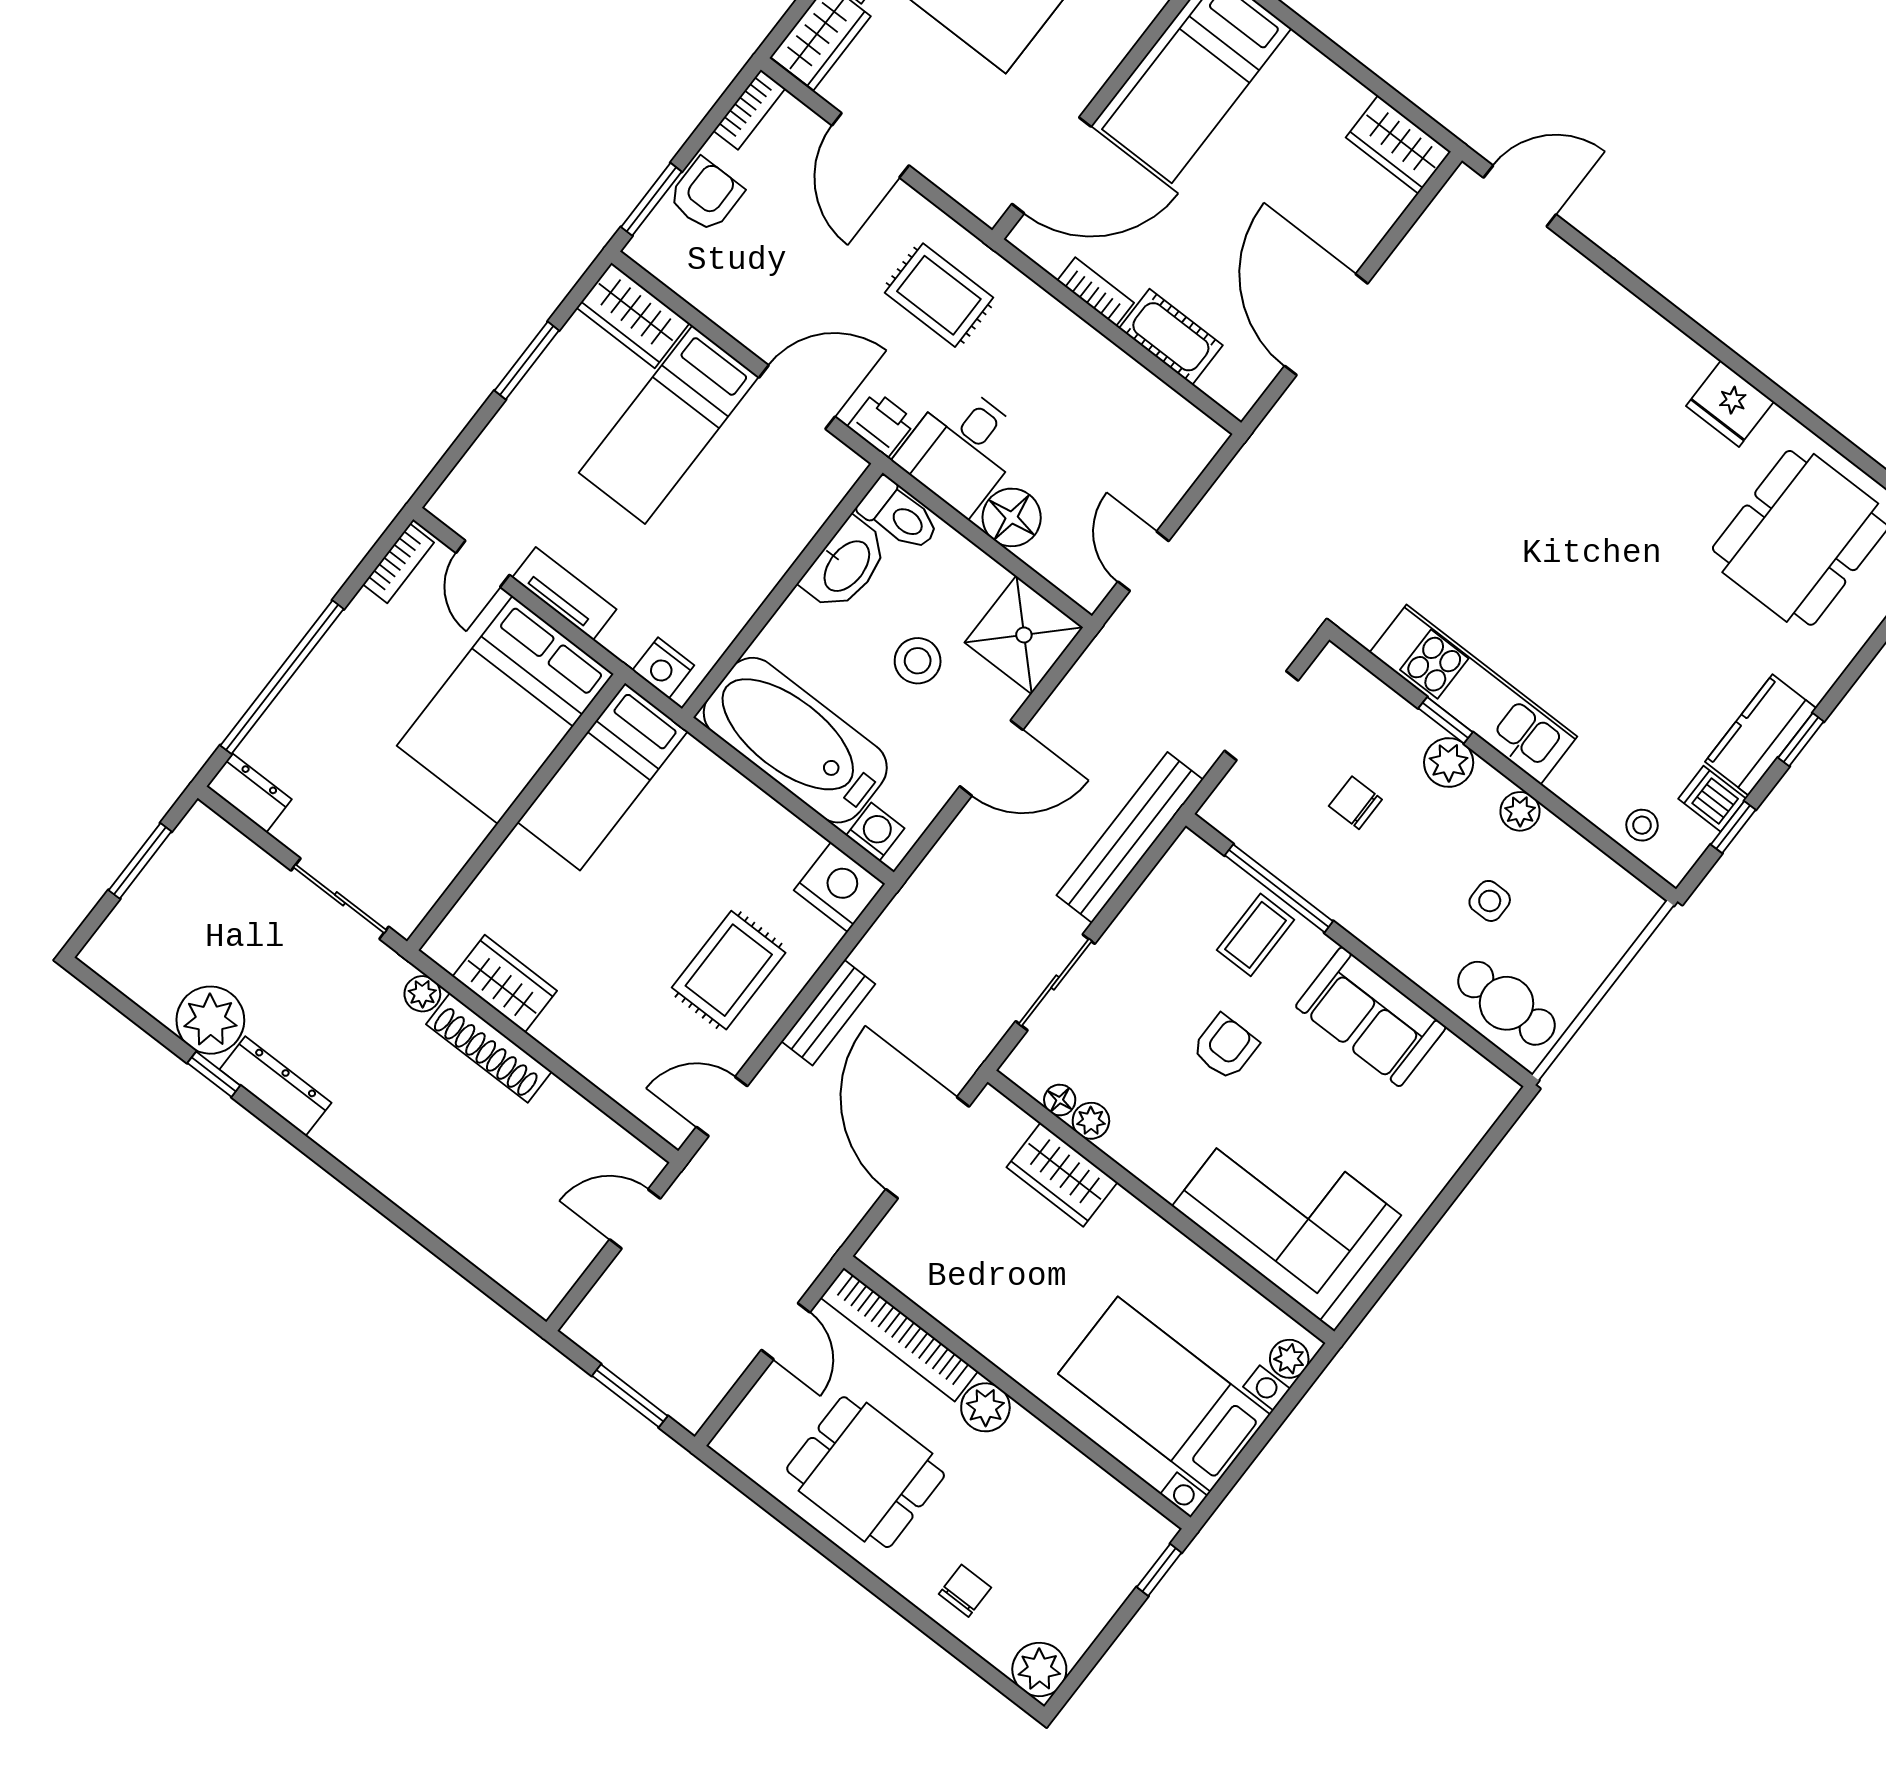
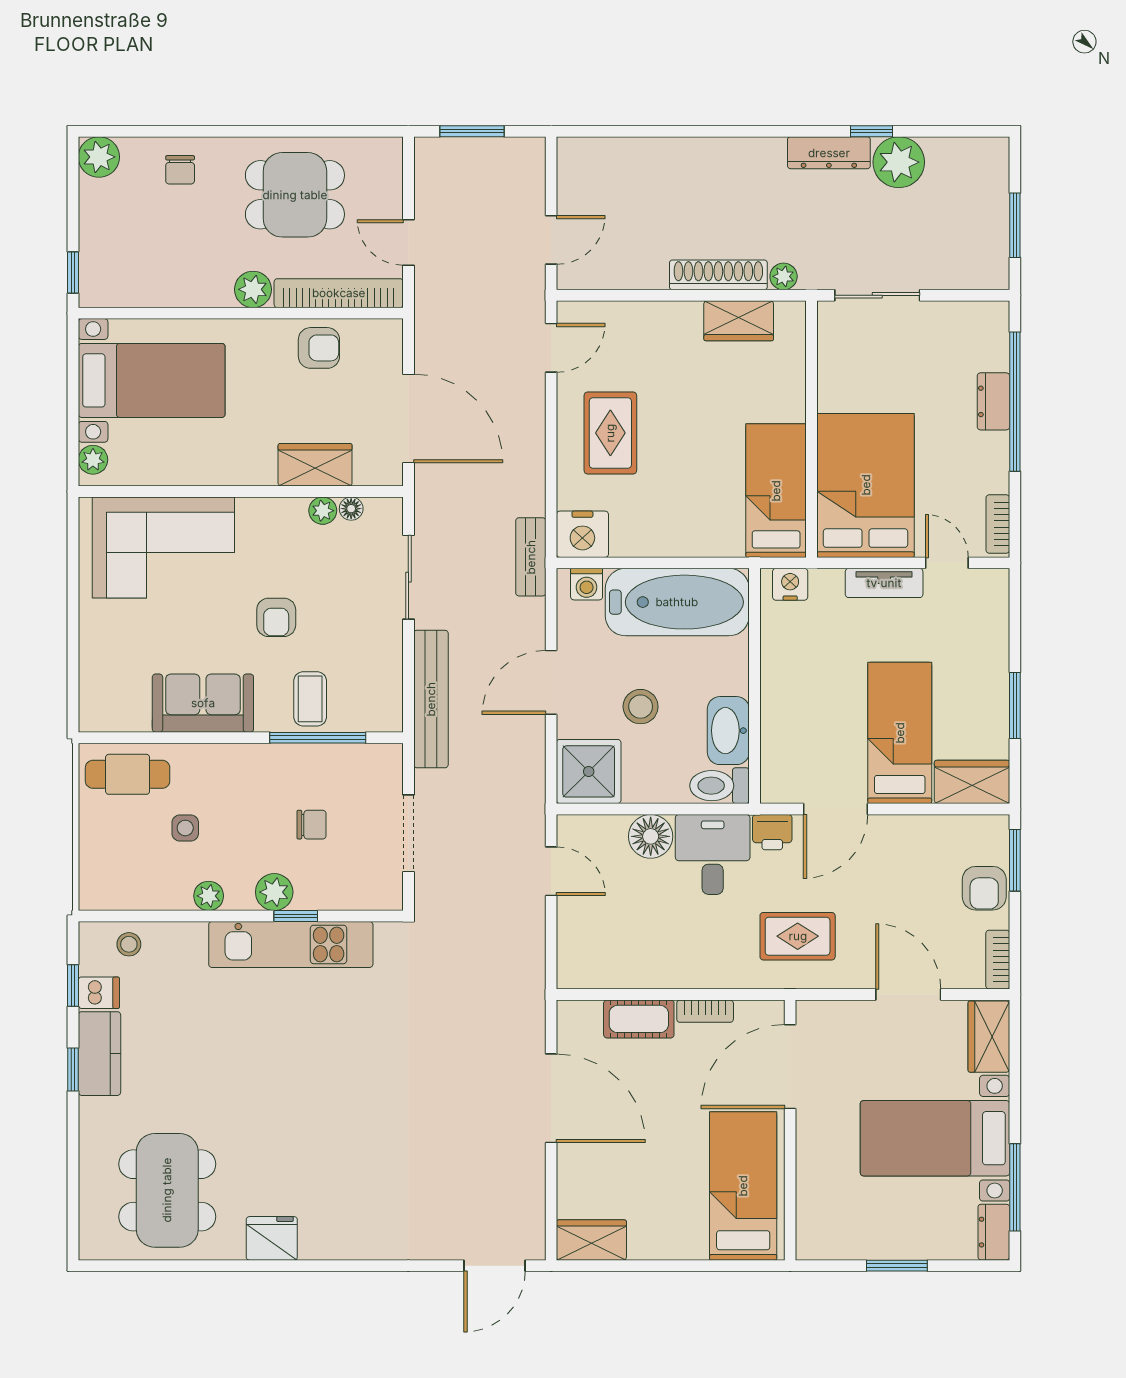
dresser: (249, 793) -> (993, 401), moved, turned 90
bench: (828, 1013) -> (531, 557), moved
armchair: (964, 1293) -> (319, 348), added

